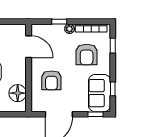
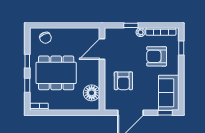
door: (29, 47) -> (102, 49), swing flipped
armchair: (87, 54) -> (157, 56), turned 90
window: (113, 89) -> (181, 89), removed

